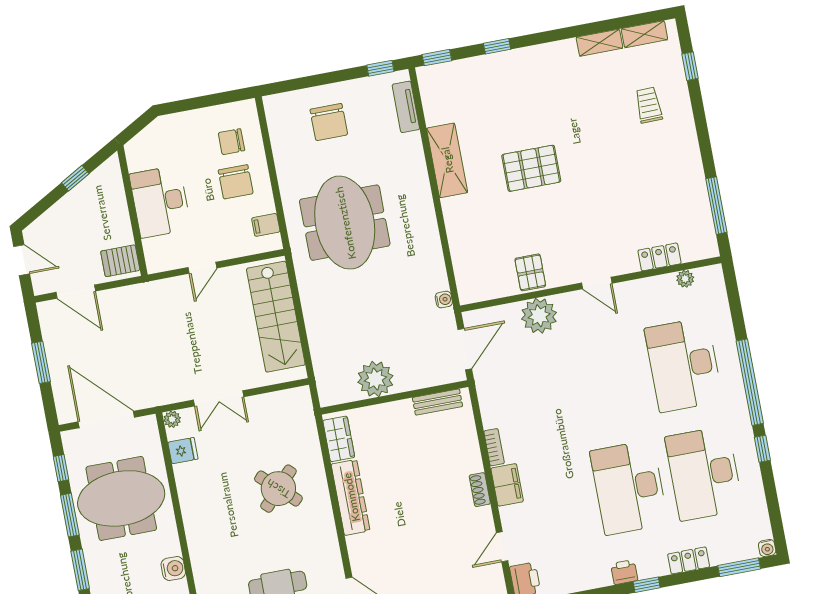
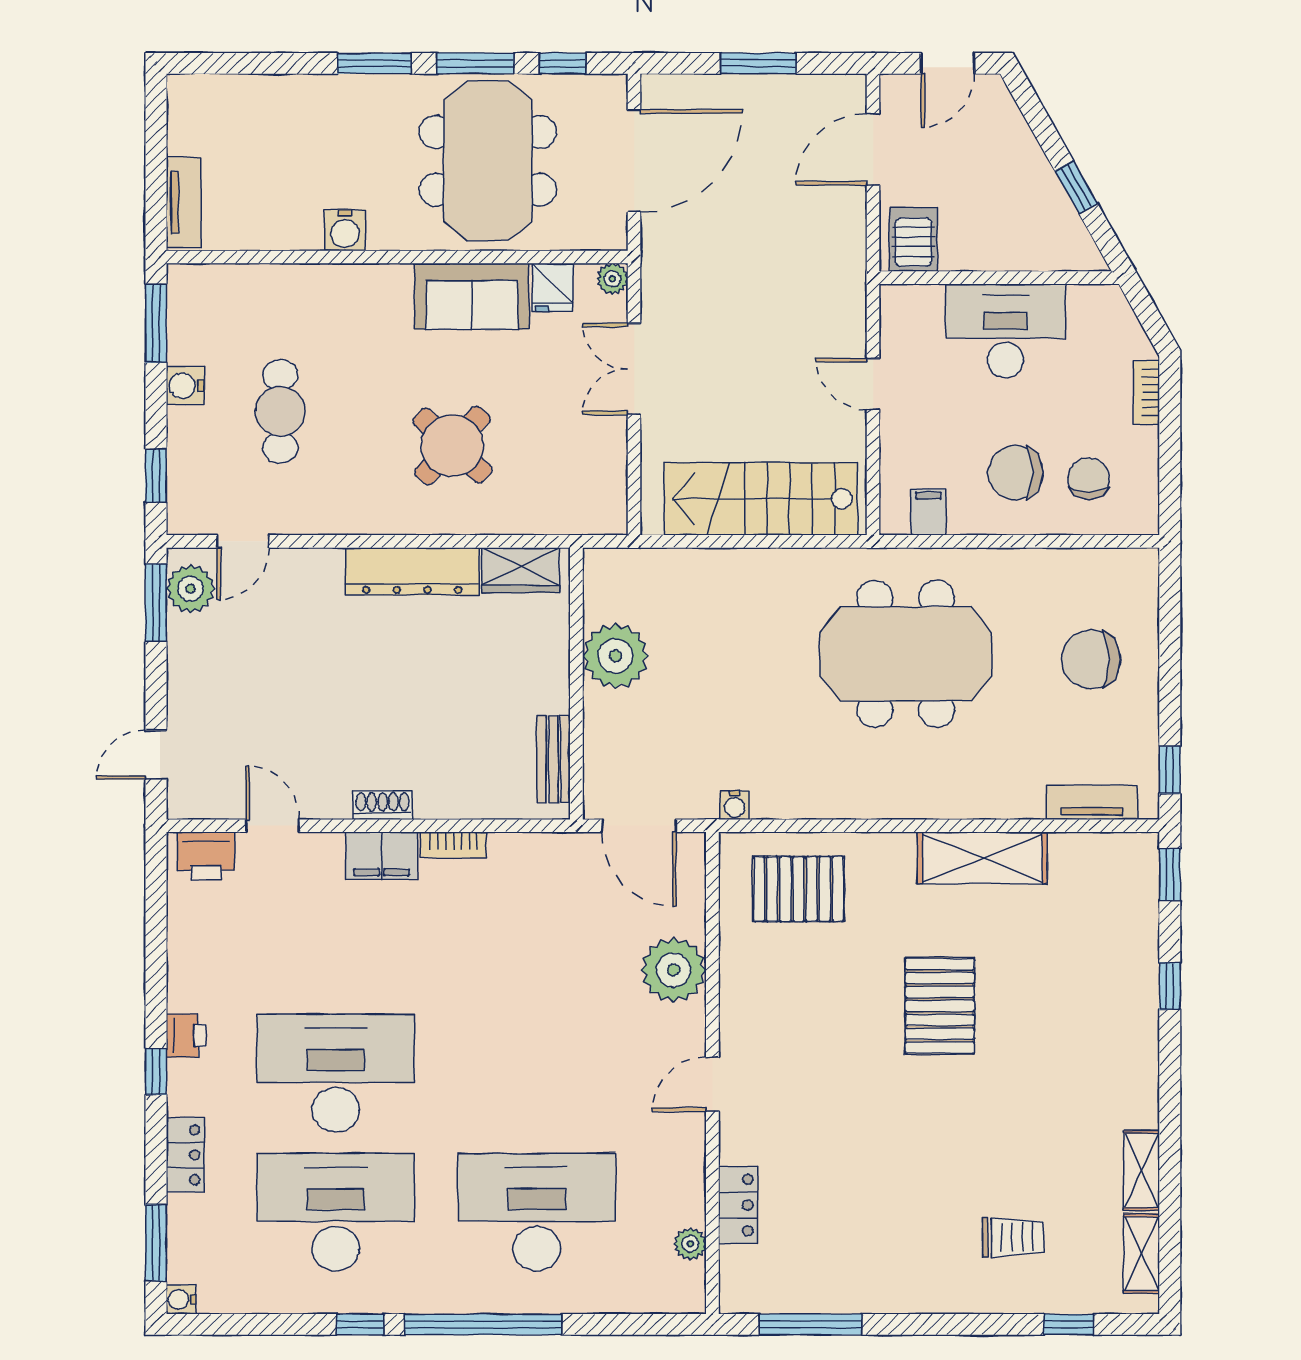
bookcase: (179, 119) -> (1147, 392), added
pallet: (530, 272) -> (798, 889), moved, width x1.50, depth x1.42
sofa: (196, 493) -> (472, 296), added

